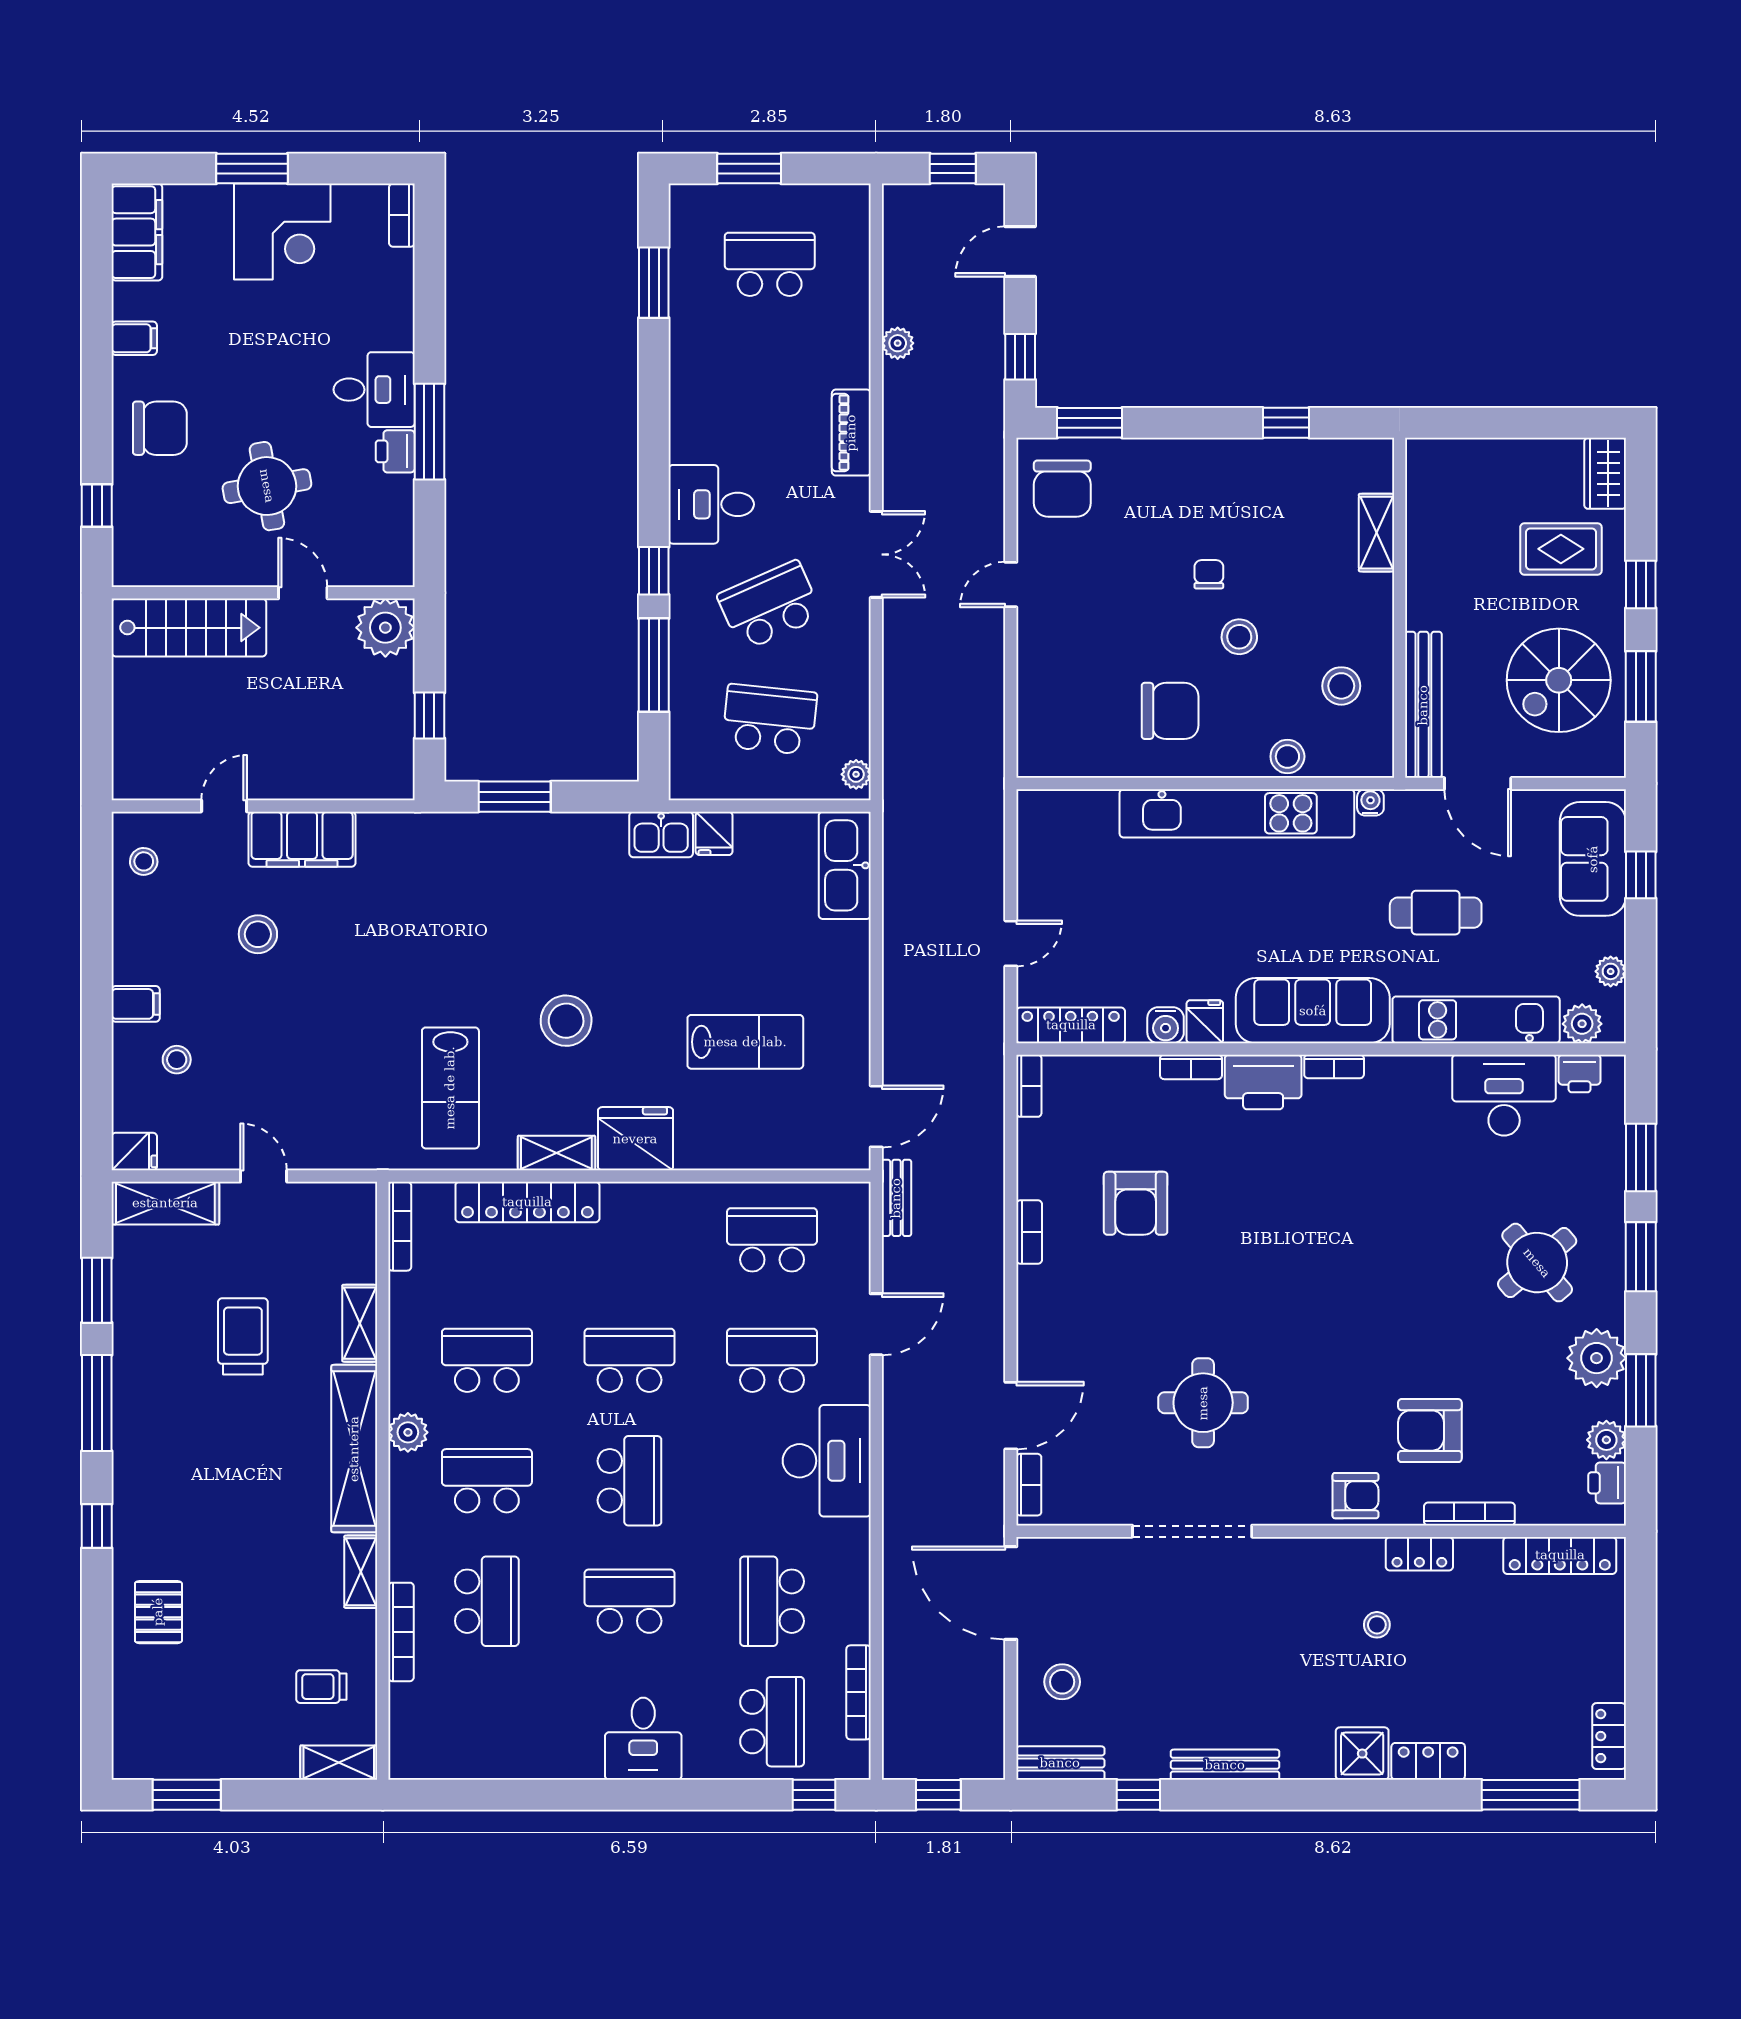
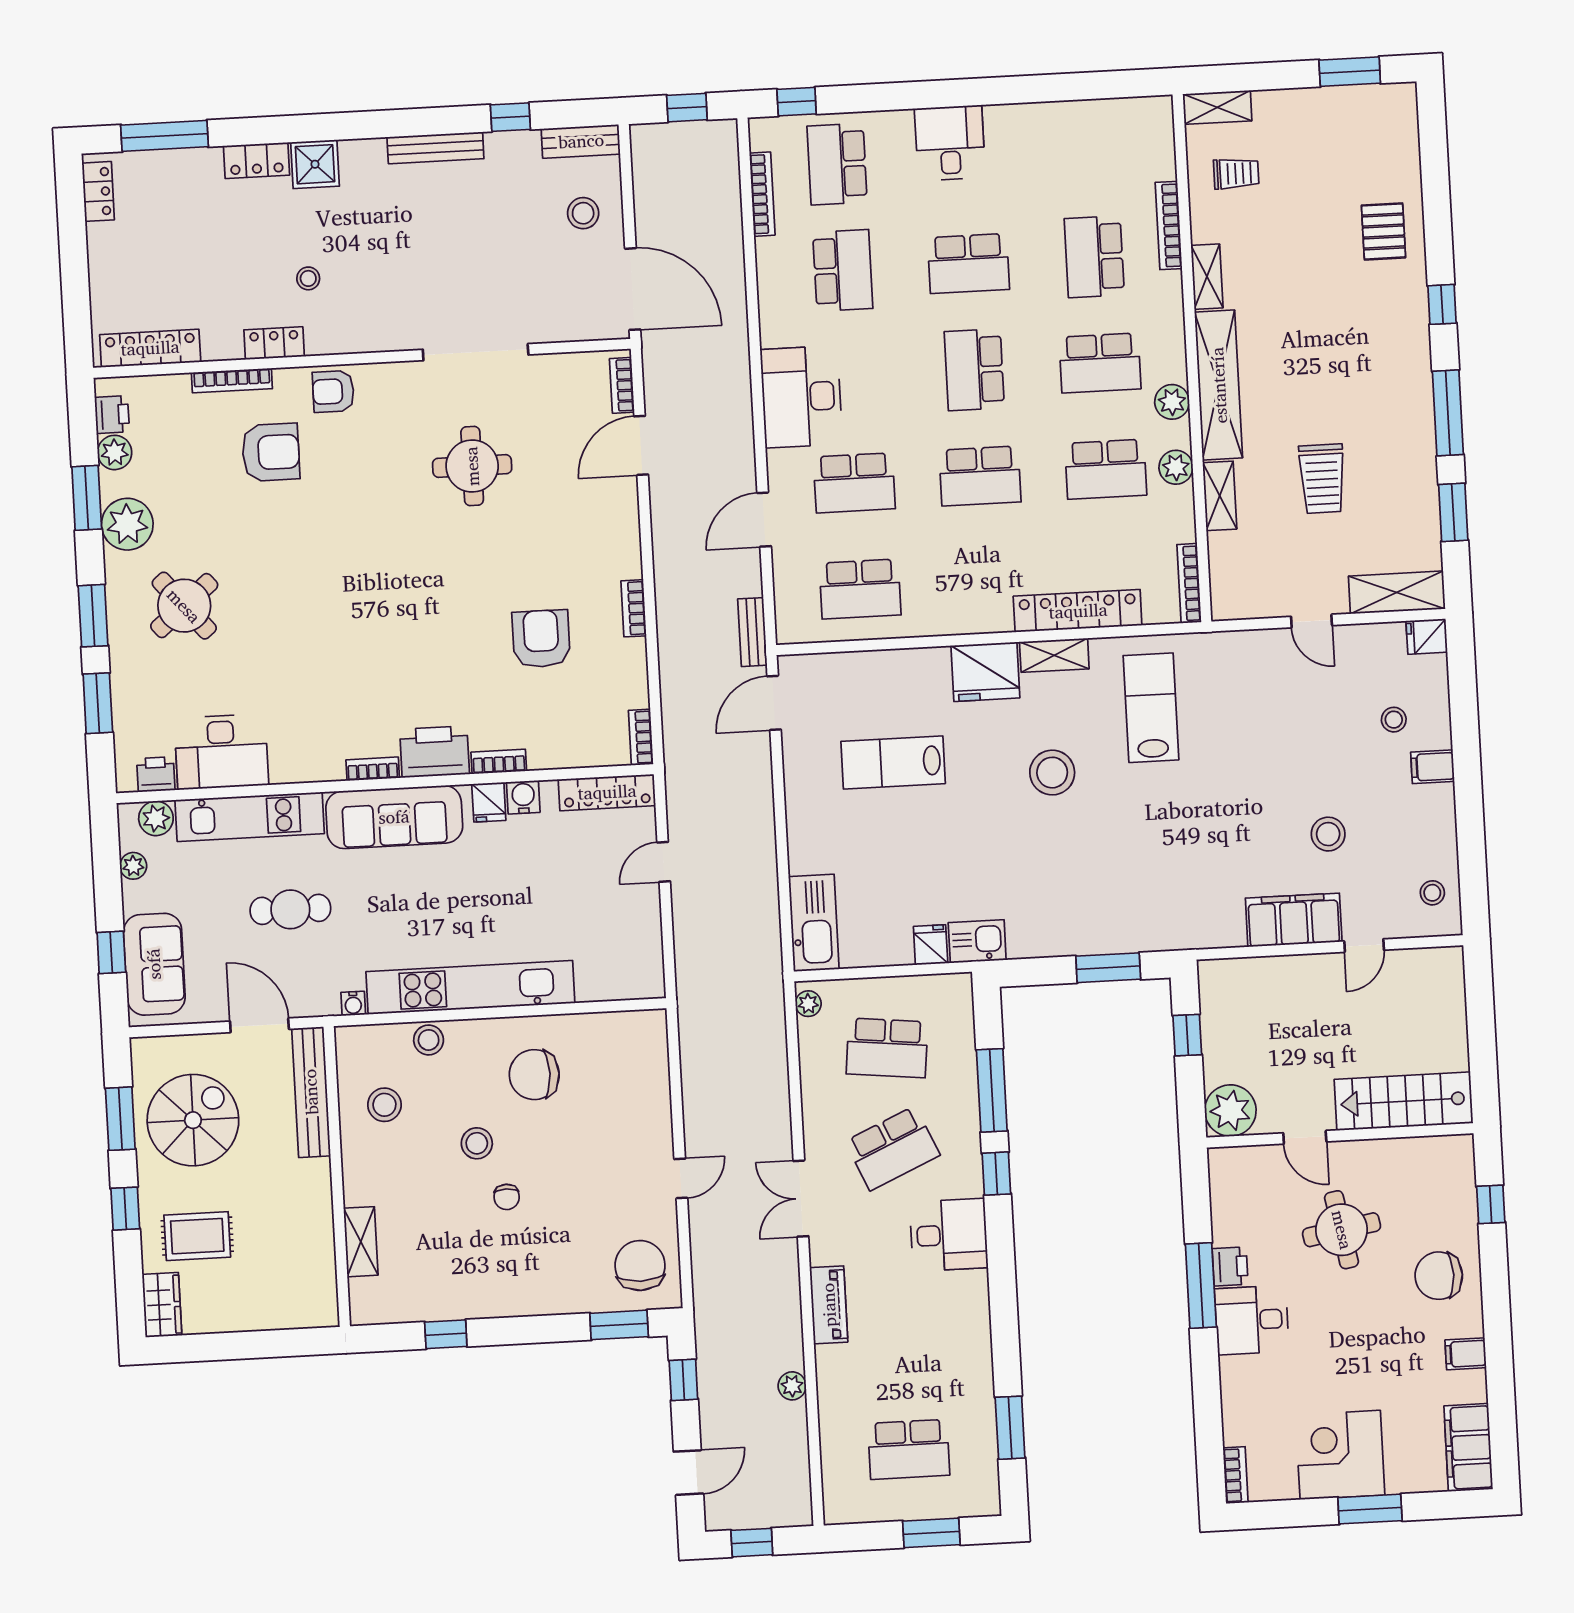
plant: (408, 1358) -> (1176, 467), added

